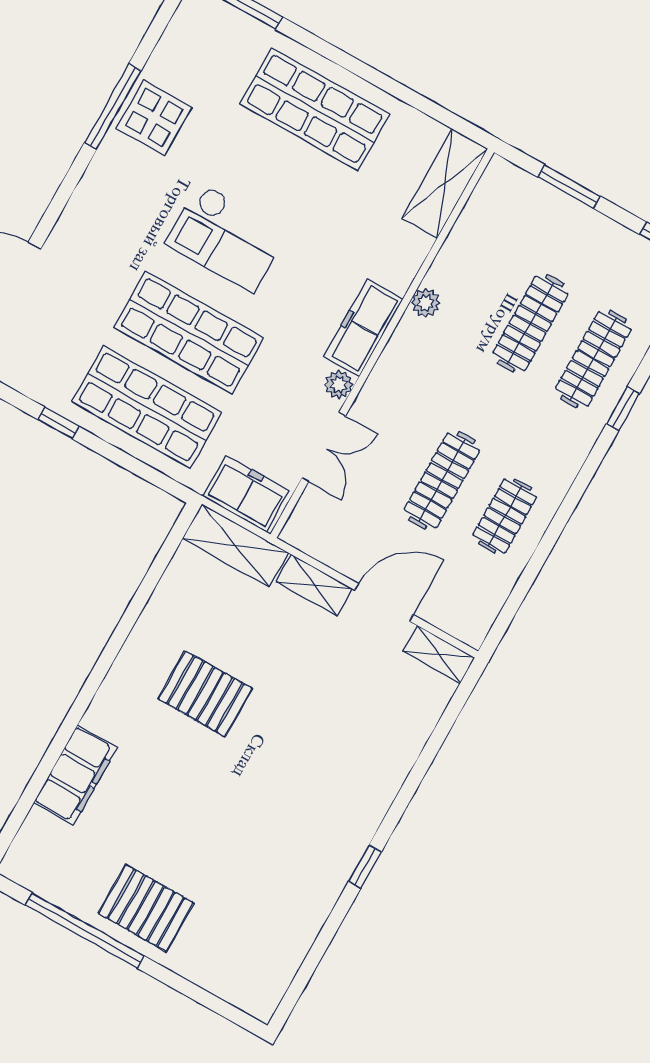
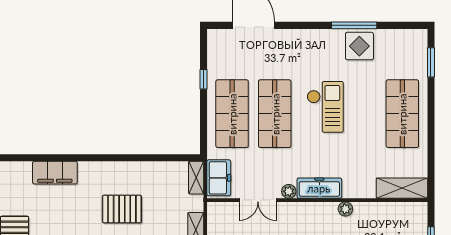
checkout: (227, 238) -> (325, 107), turned 180
shelving: (235, 546) -> (196, 178), width x0.67, depth x0.75
pallet: (205, 694) -> (122, 209), turned 90

